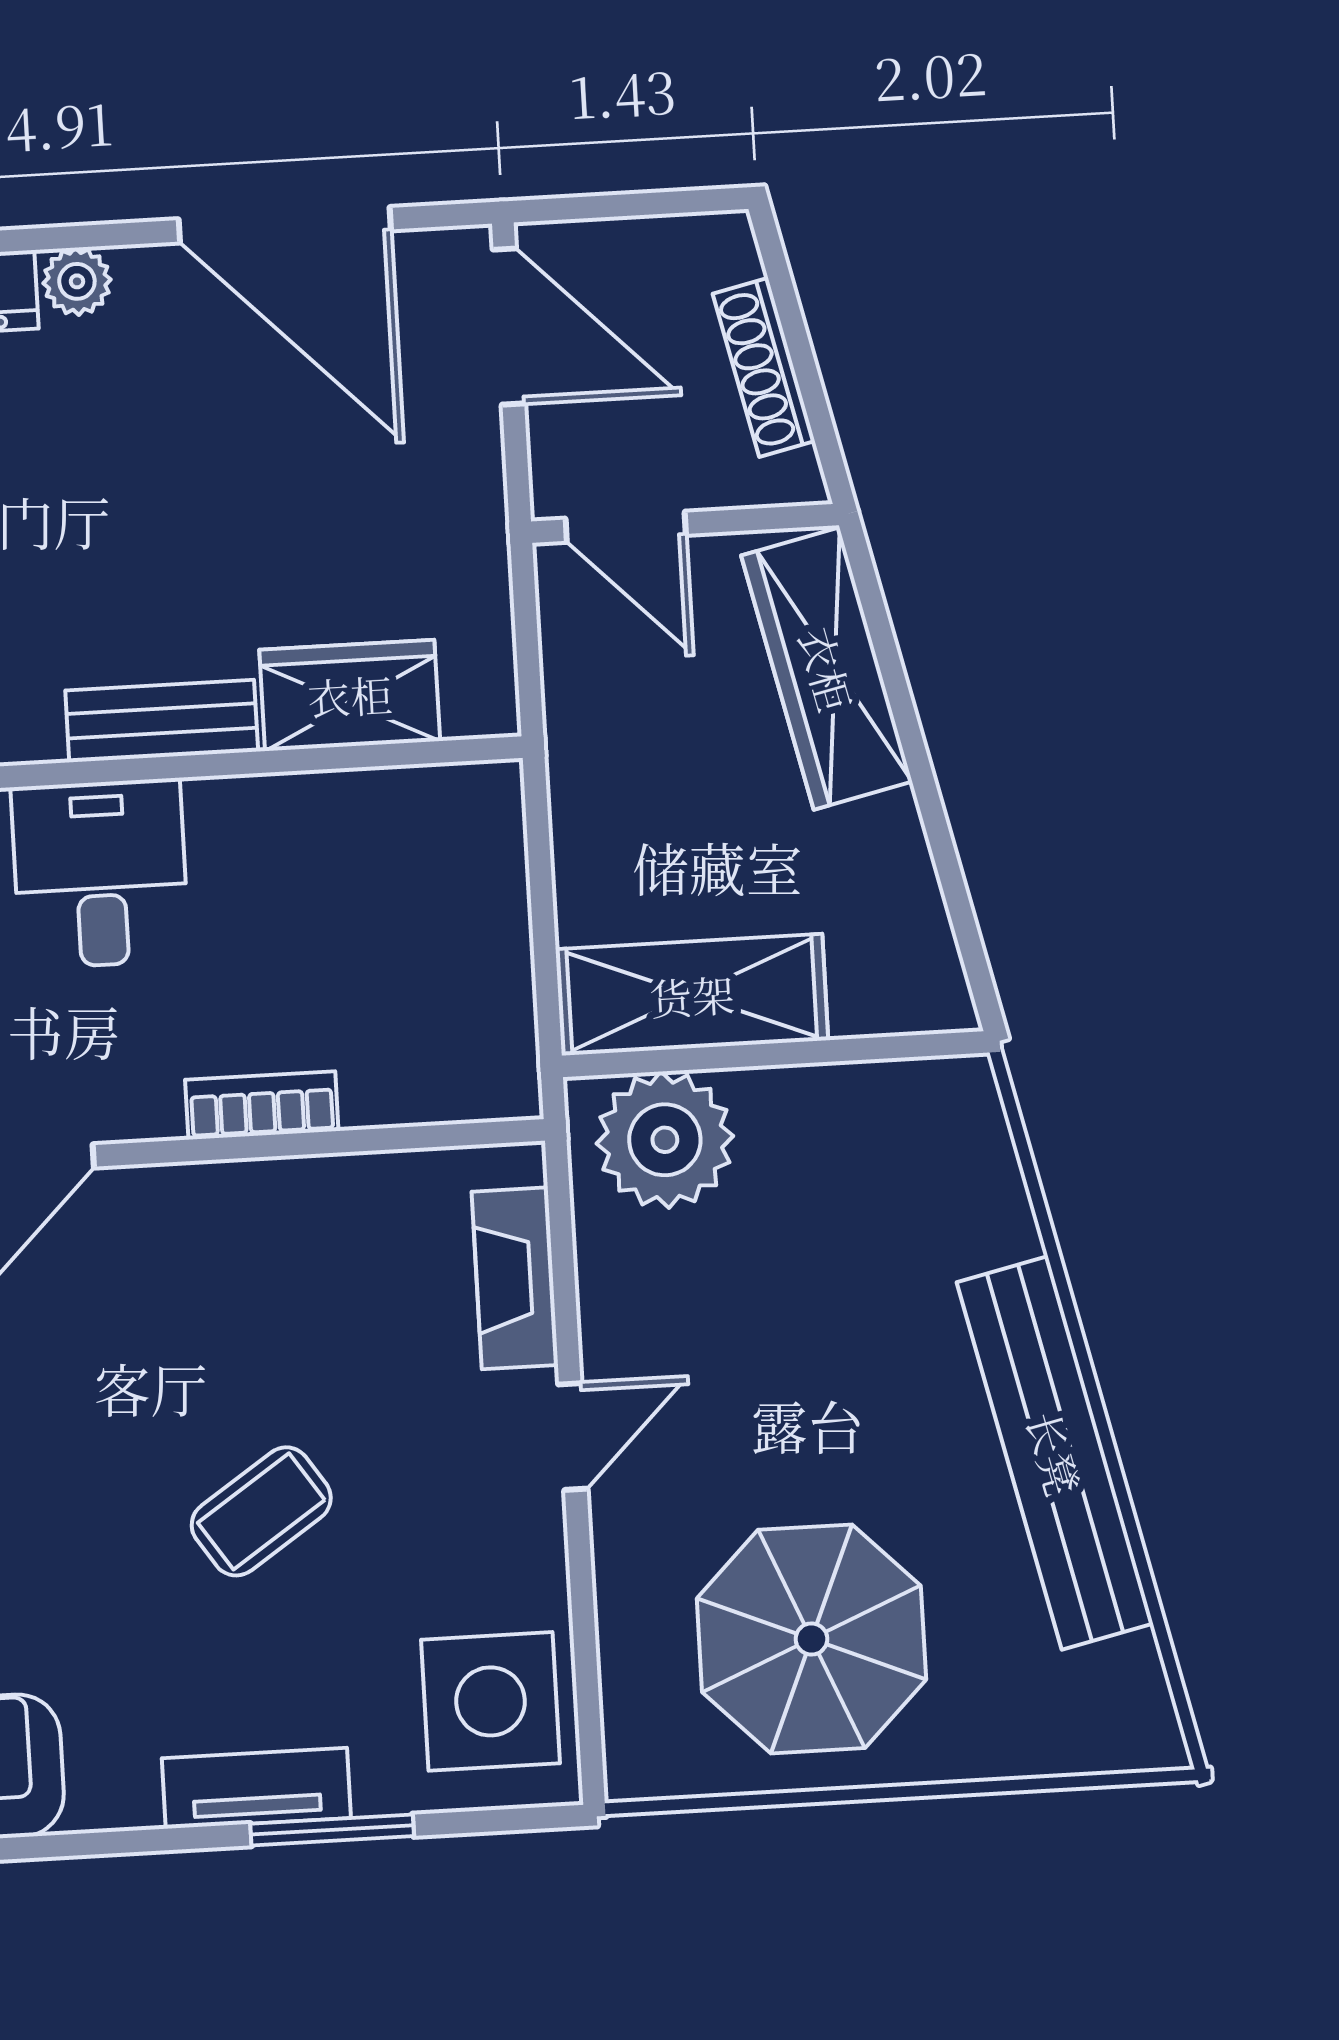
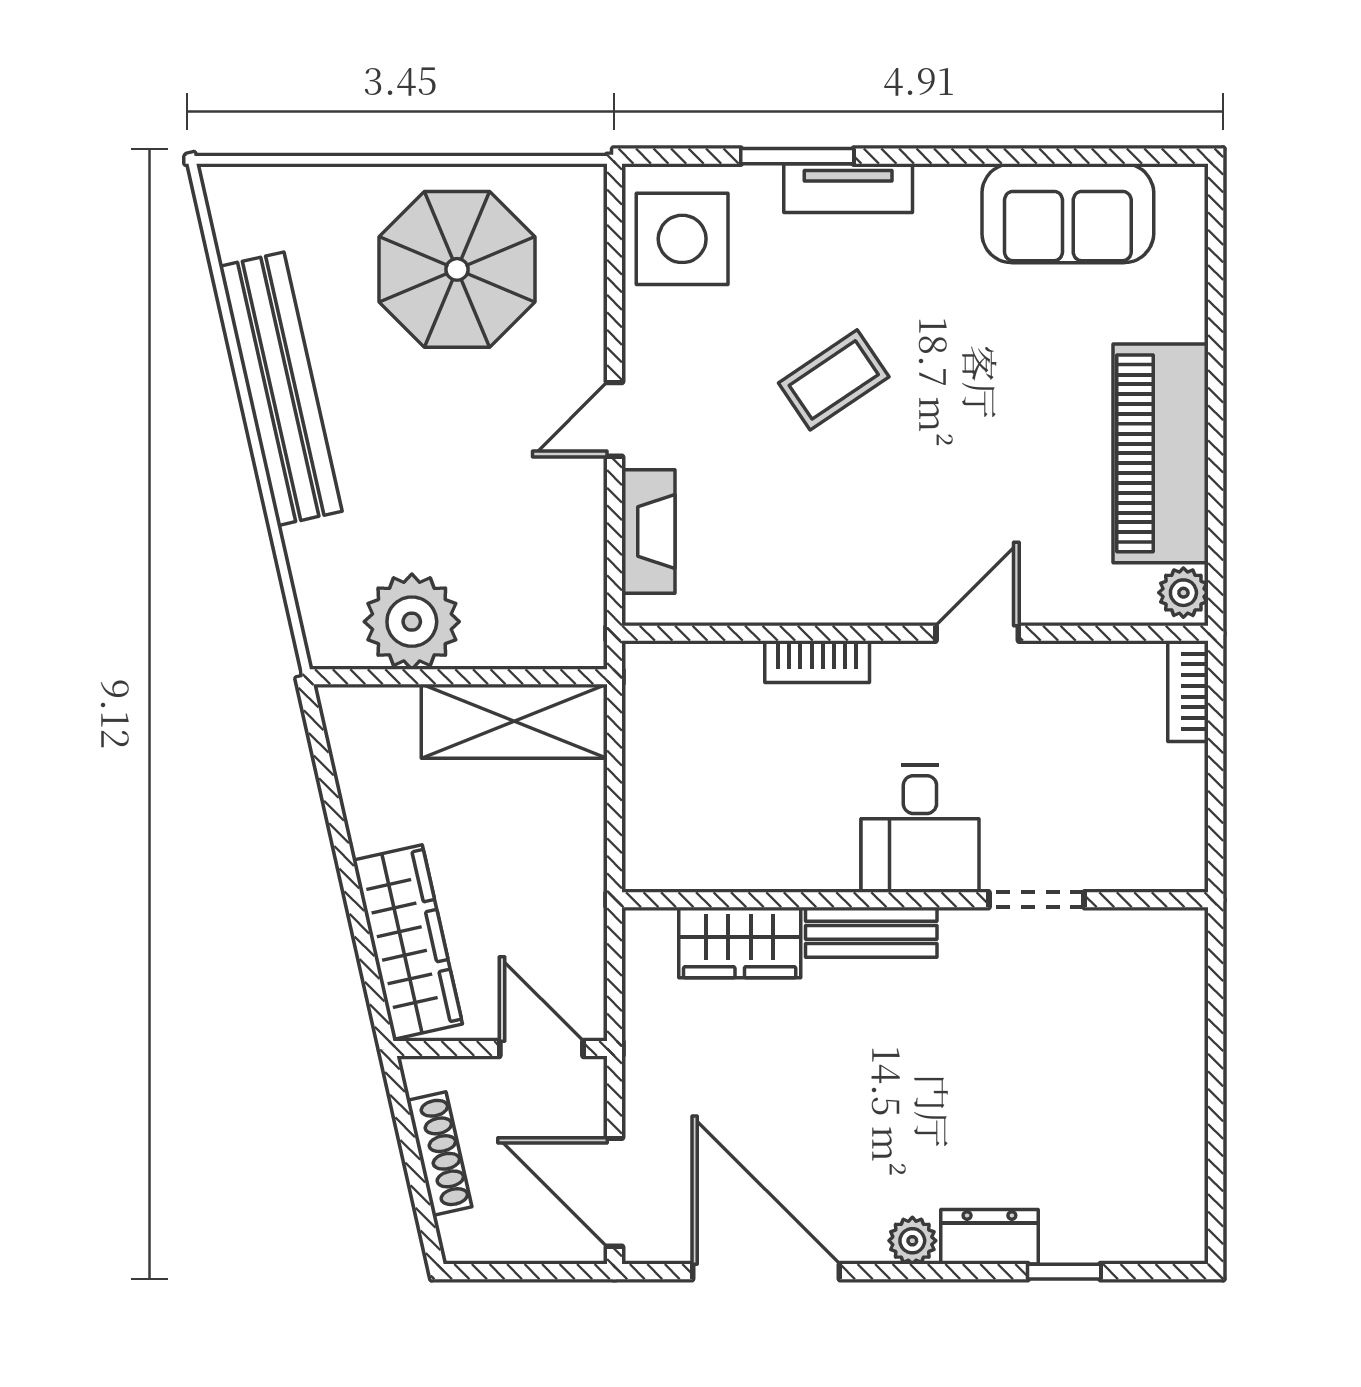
plant: (665, 1140) -> (412, 622), moved

